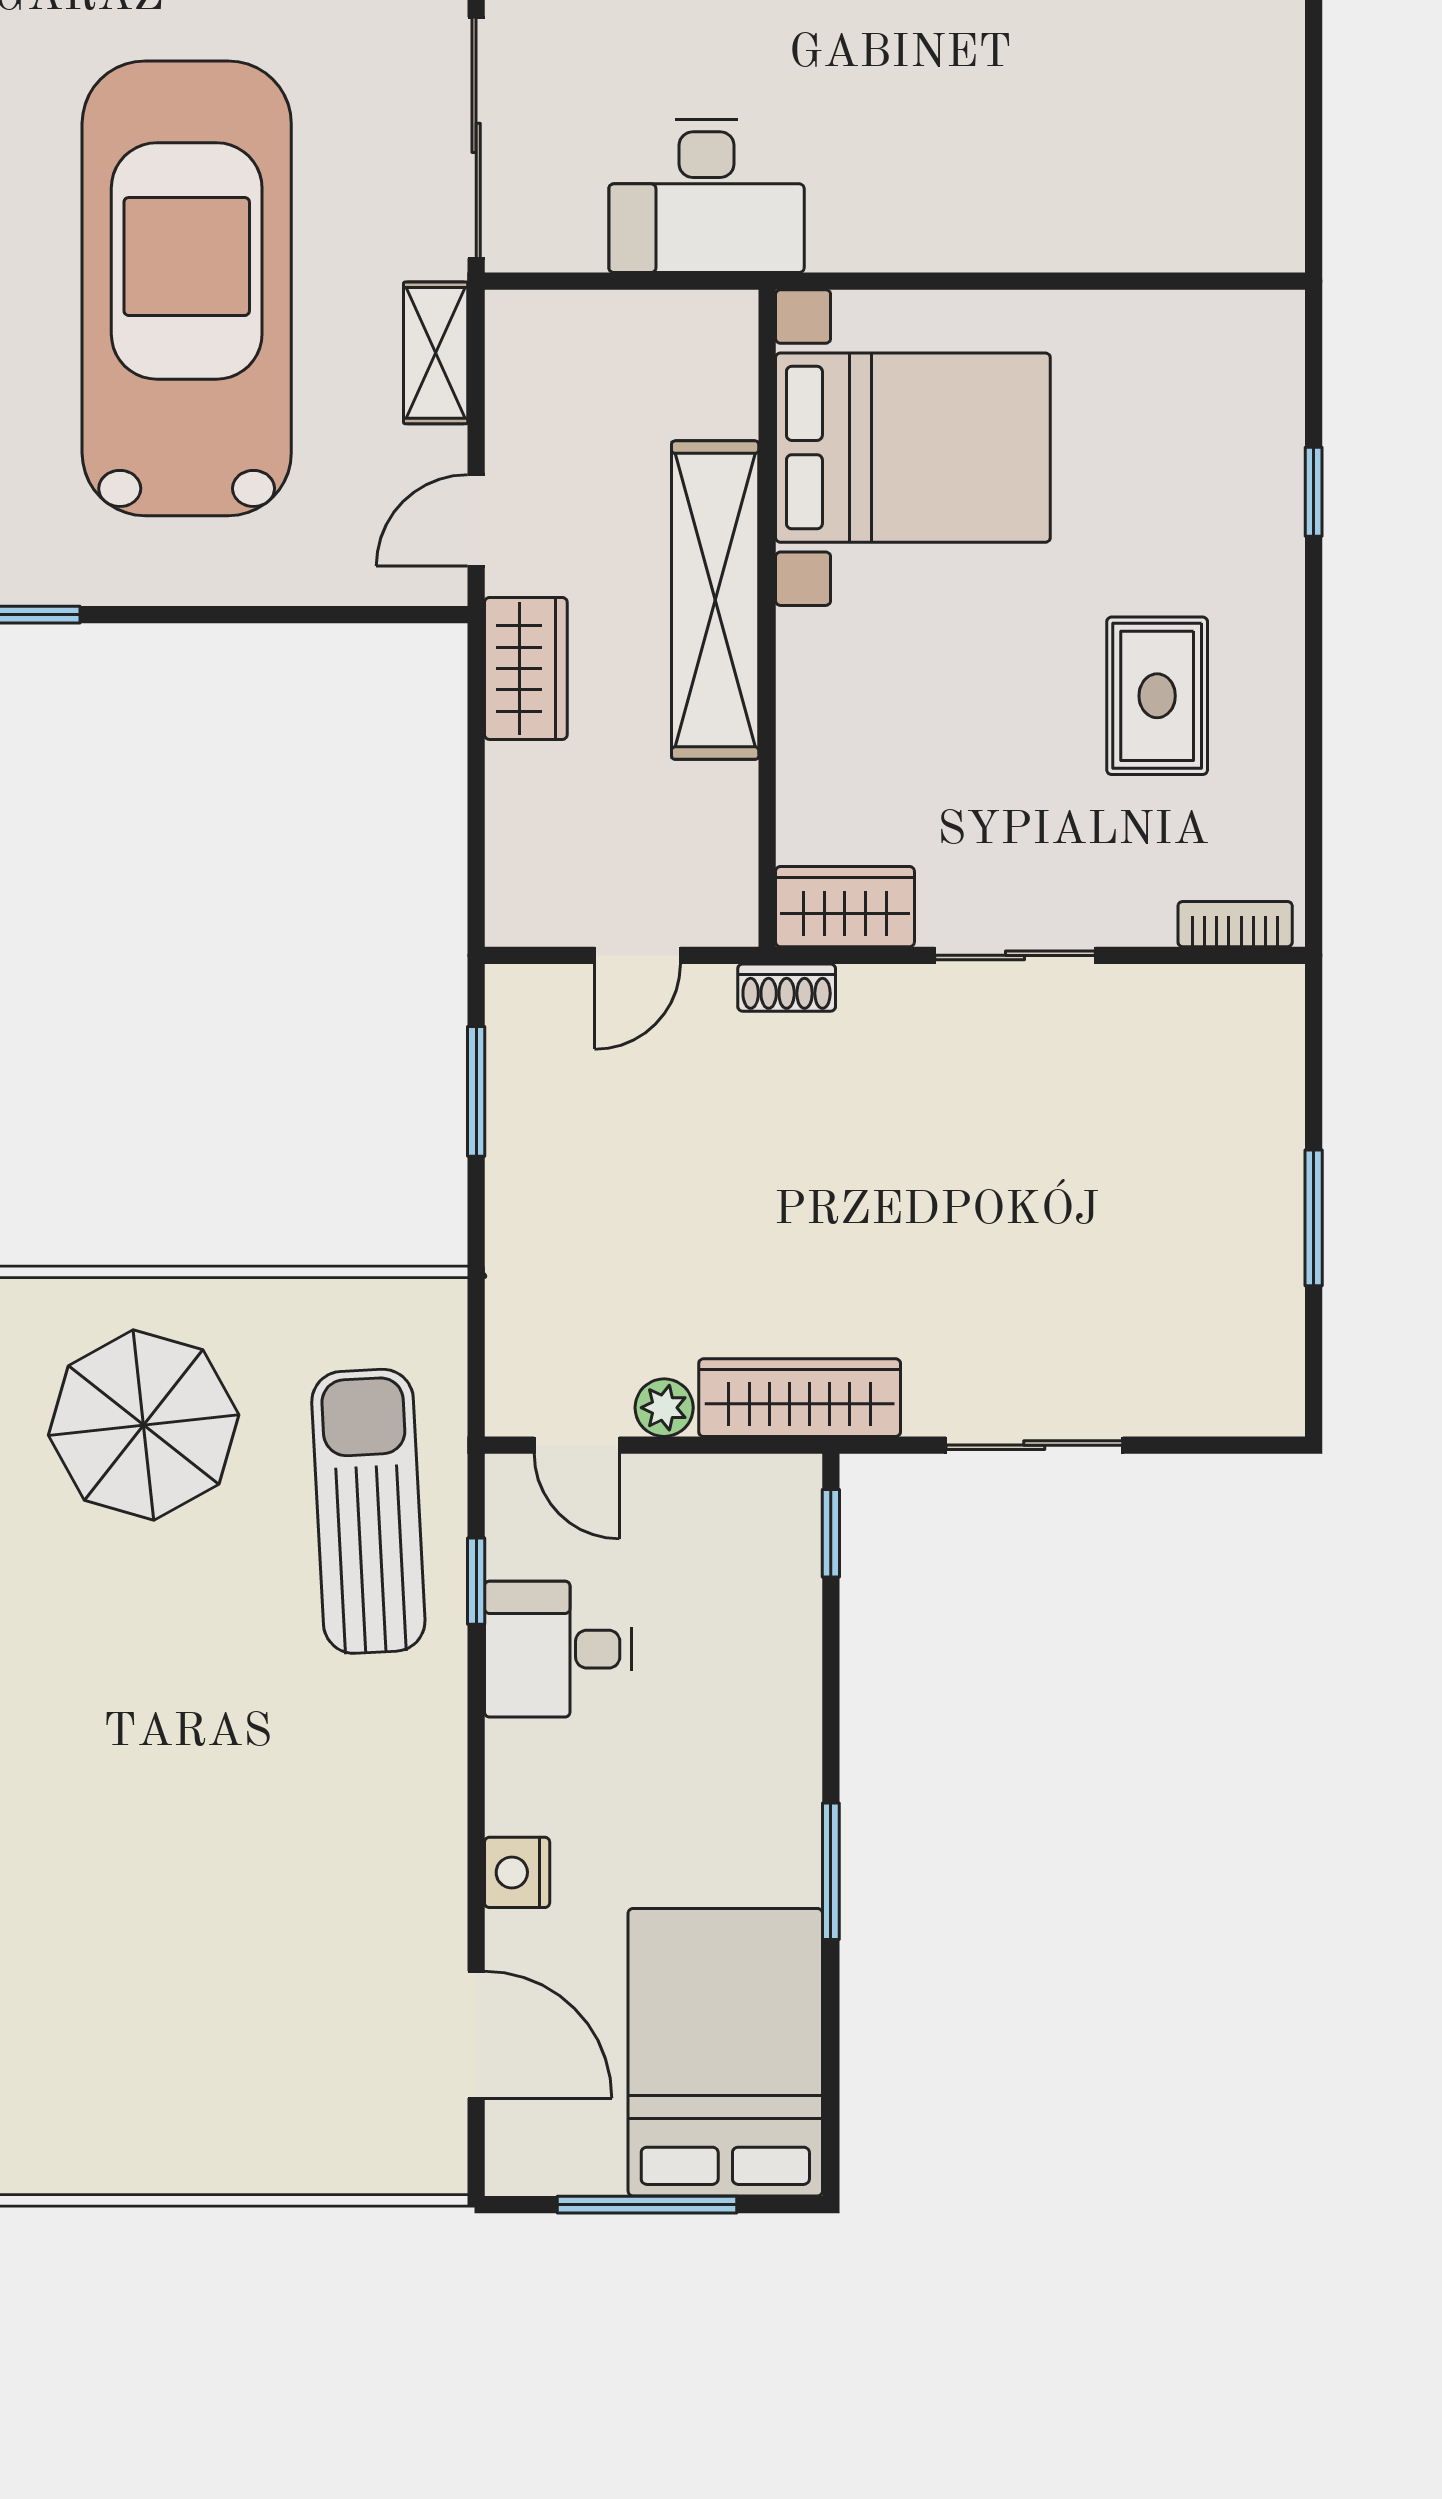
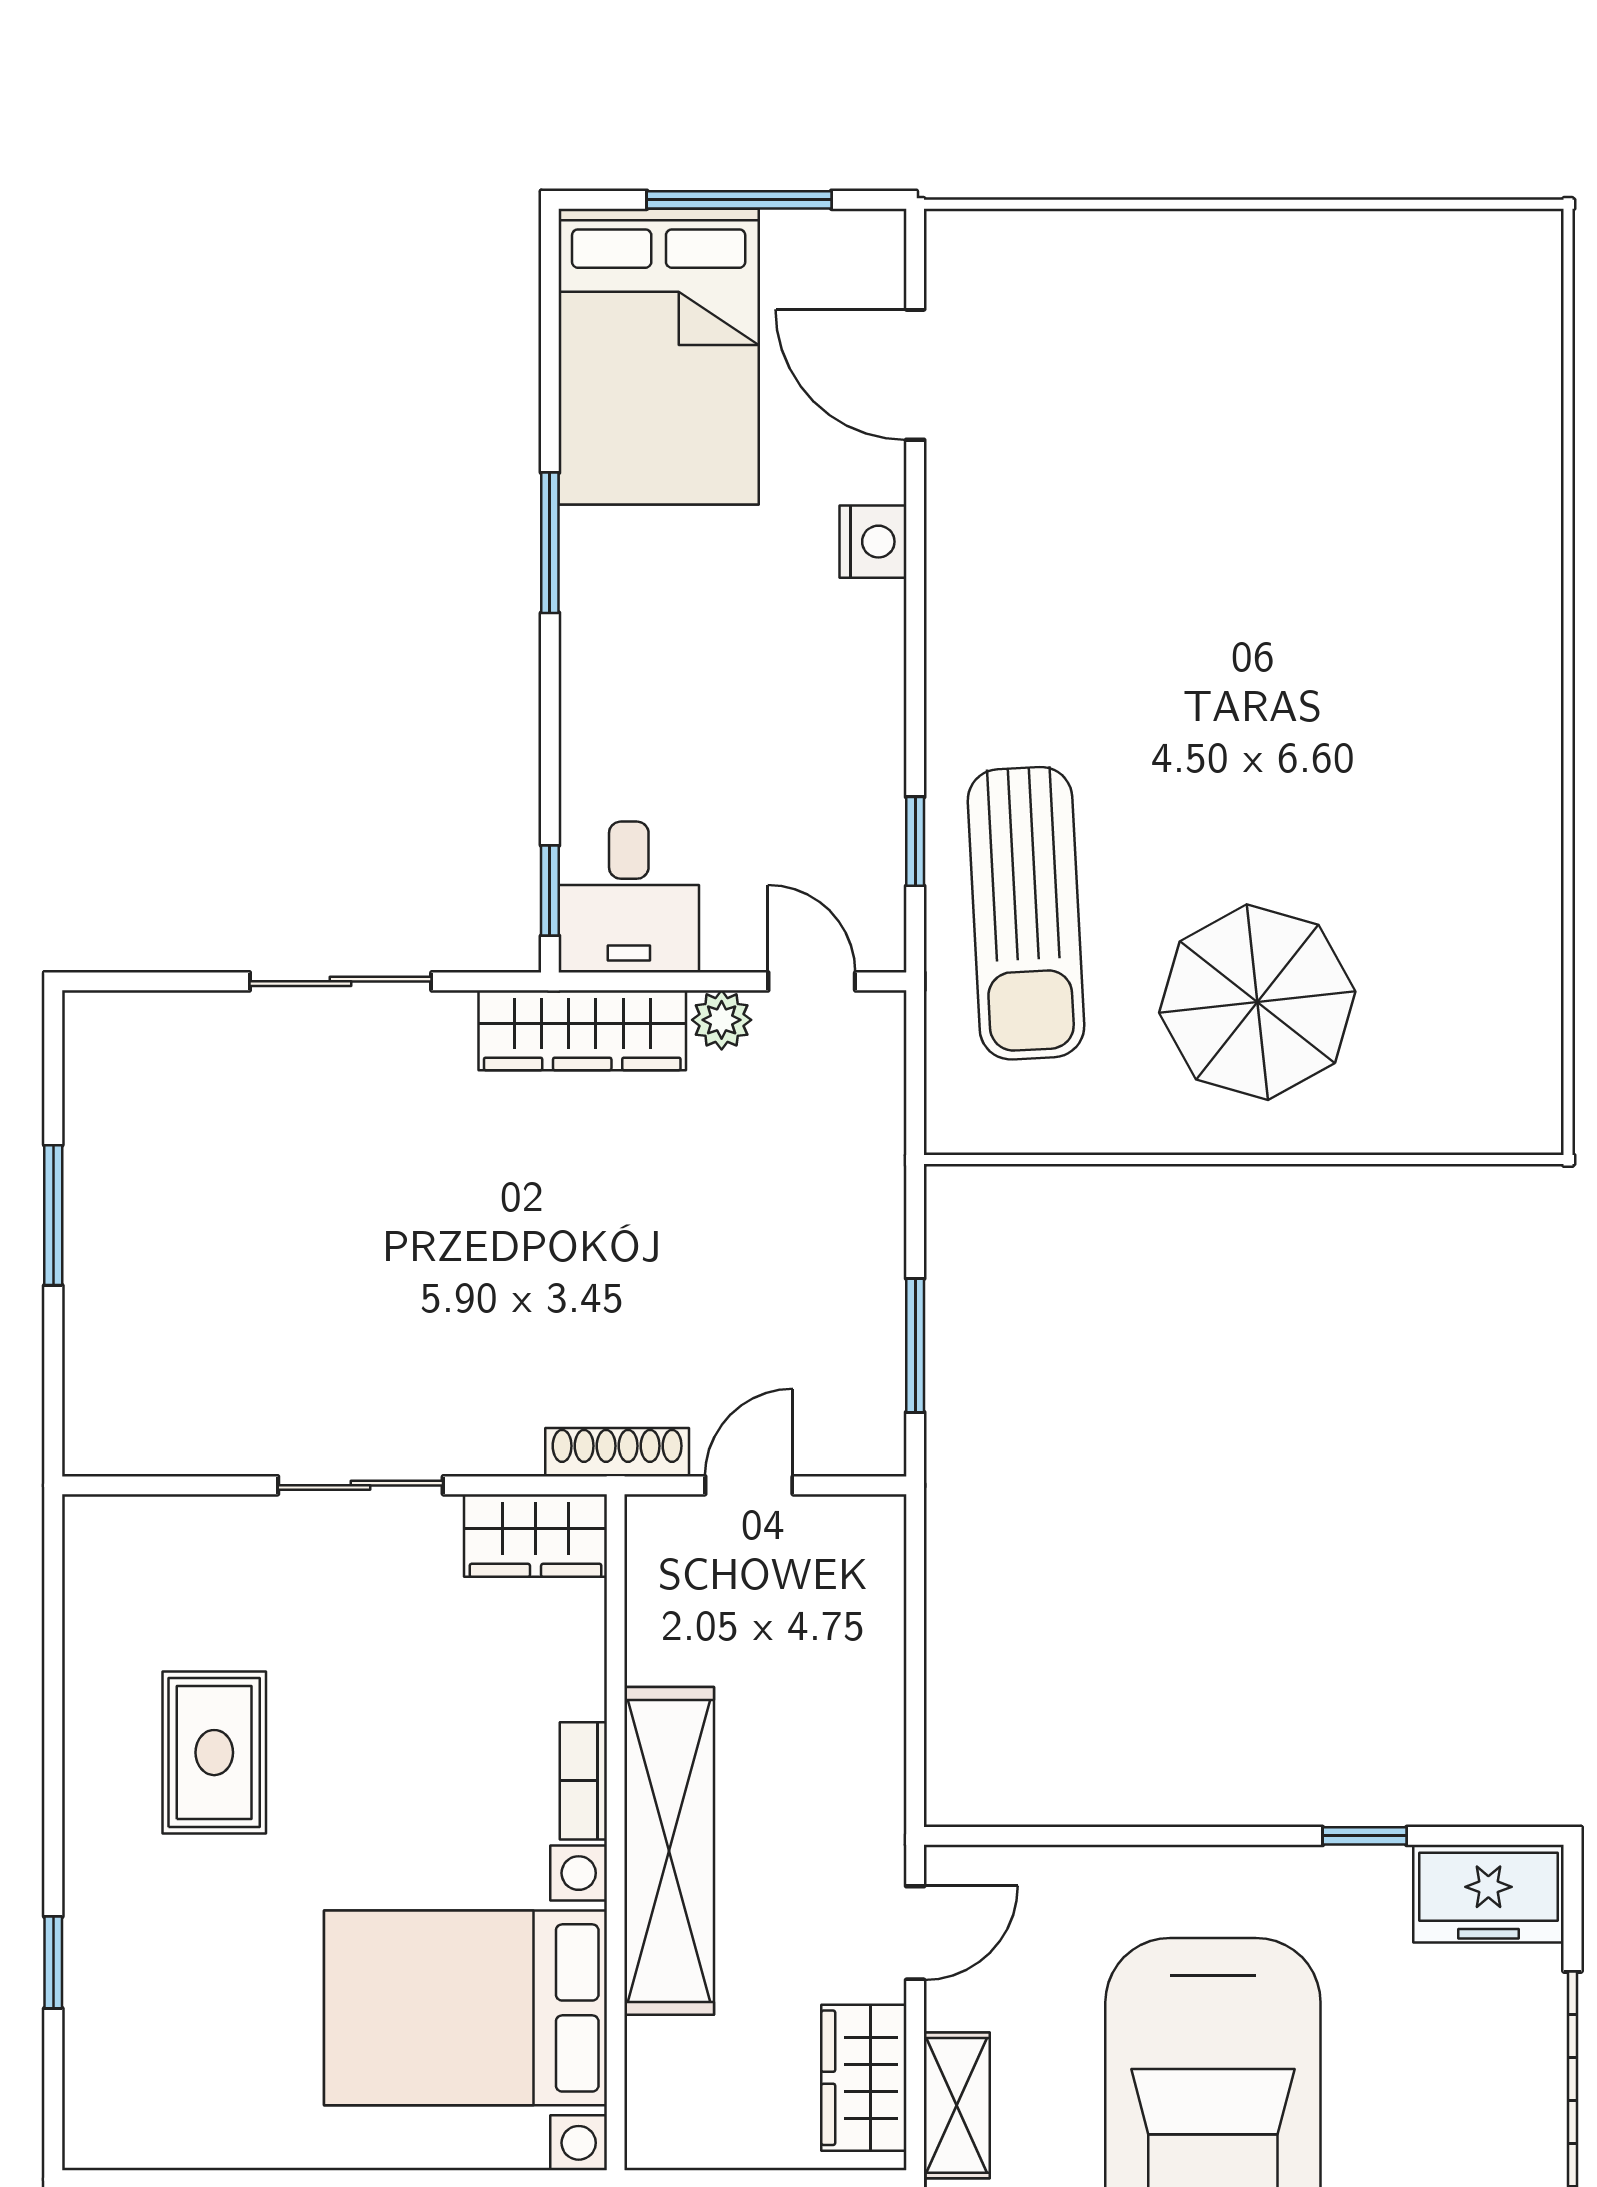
wardrobe: (526, 668) -> (864, 2078), moved
bookcase: (1235, 924) -> (583, 1781), moved, turned 90
shoe rack: (787, 988) -> (617, 1452), width x1.43
desk: (558, 1649) -> (629, 897), moved, turned 90

